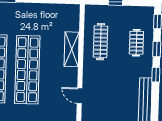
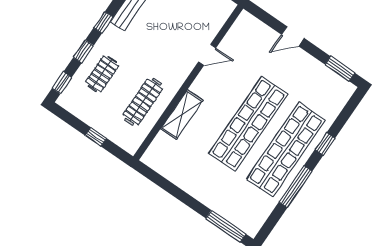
door: (80, 96) -> (207, 55), hinge flipped

